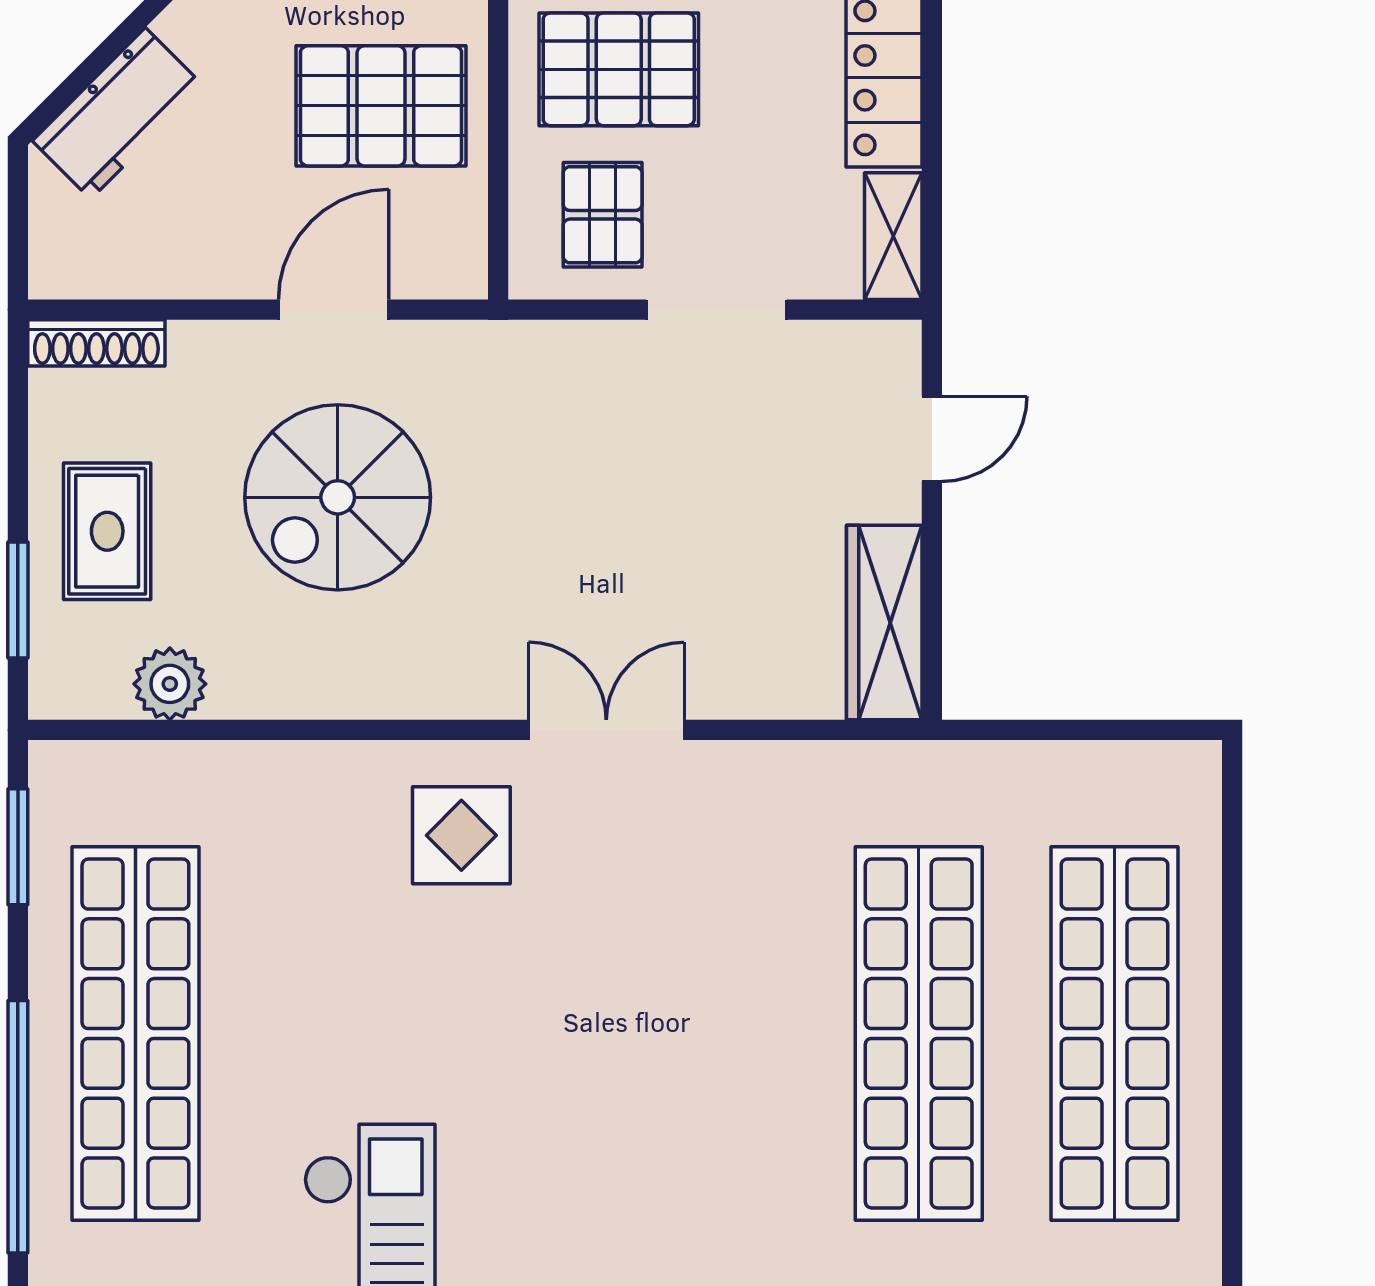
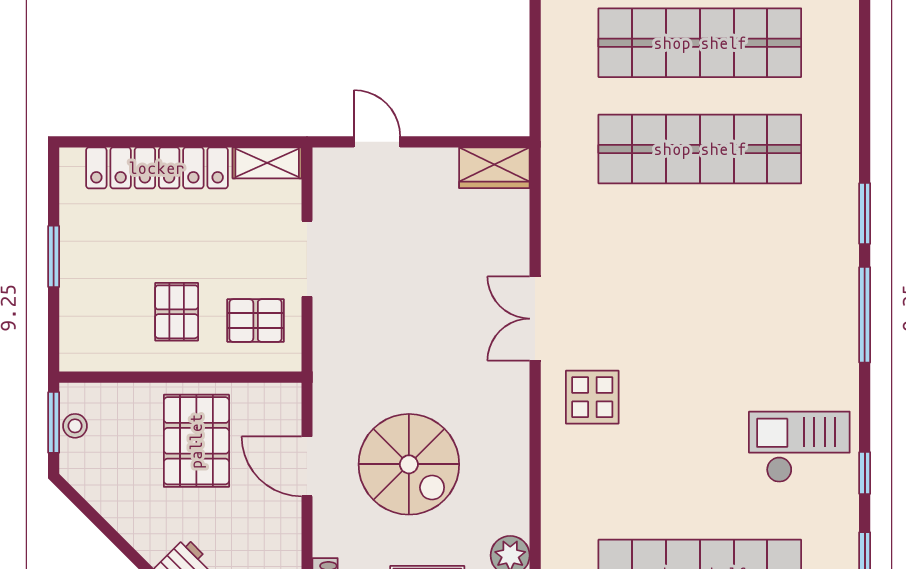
pallet: (619, 69) -> (177, 312), width x0.67, depth x0.71
wardrobe: (884, 623) -> (494, 168), width x0.67

